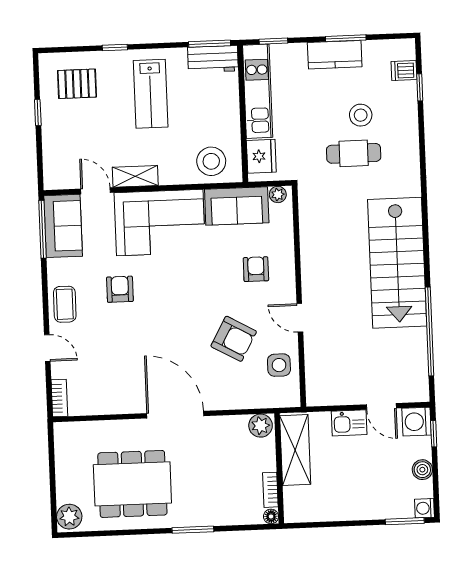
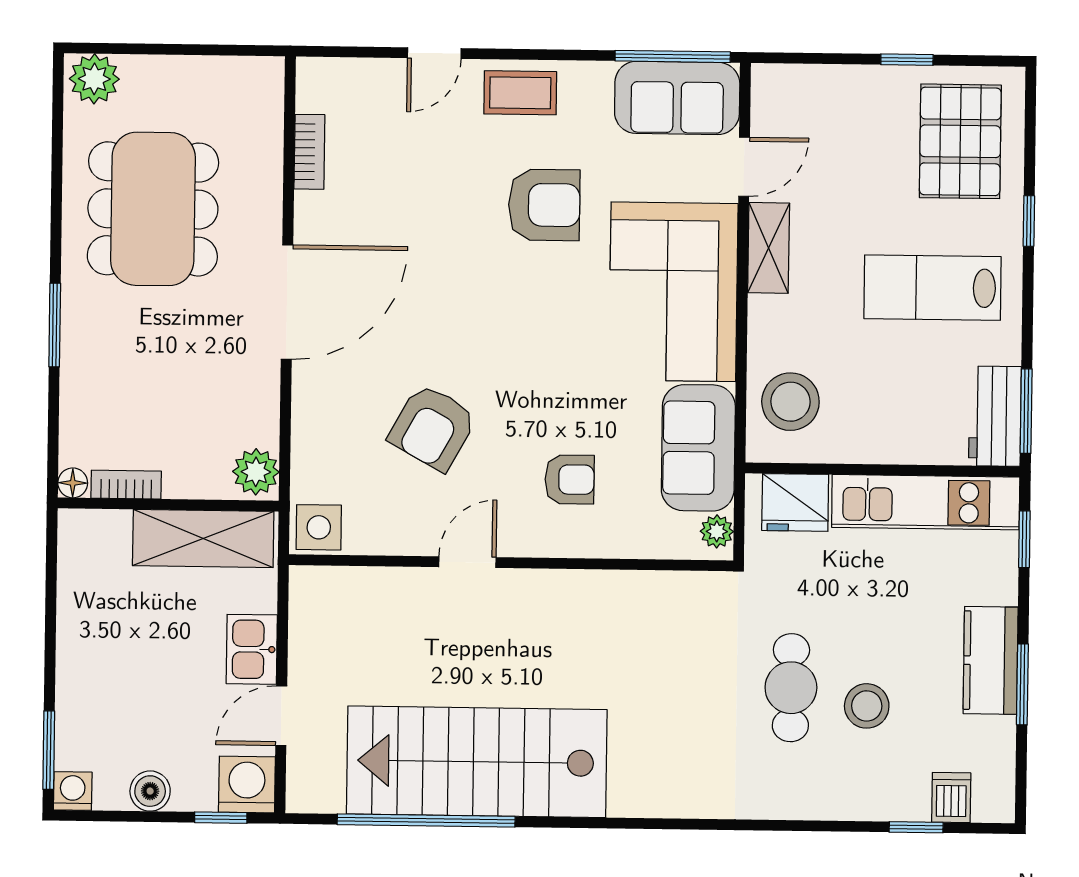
pallet: (77, 84) -> (960, 141), width x1.50, depth x1.42
stairs: (397, 263) -> (477, 762), moved
armchair: (120, 289) -> (544, 205), width x1.38, depth x1.38
side table: (279, 365) -> (319, 527), moved
bookcase: (59, 398) -> (309, 152), moved, turned -90

